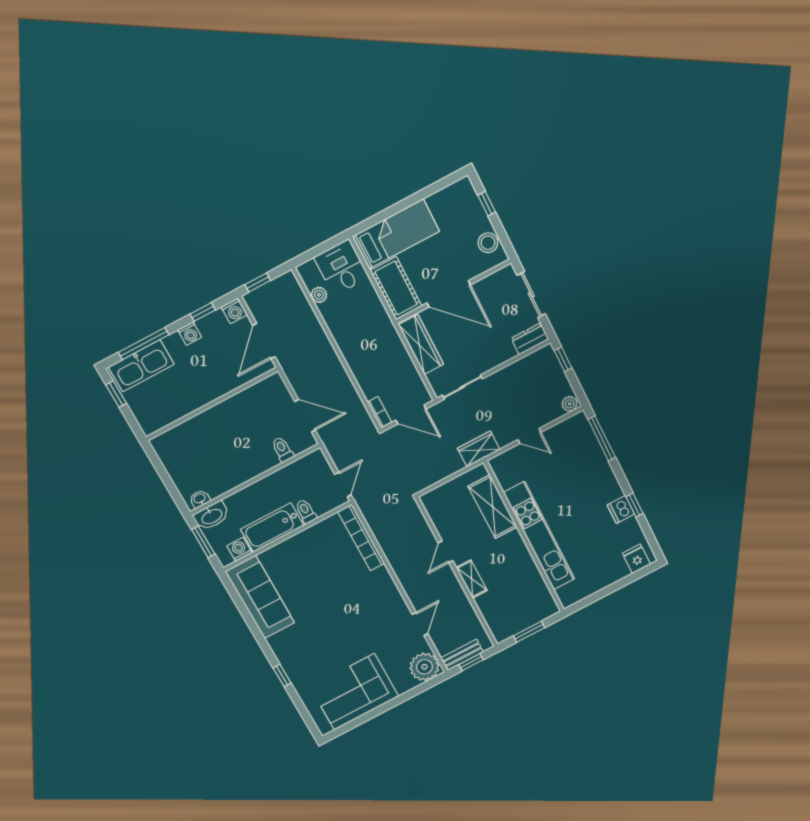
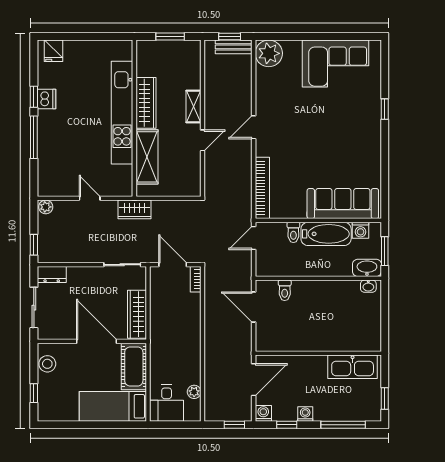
kitchen sink: (141, 366) -> (353, 367), moved, turned 180
window: (602, 438) -> (34, 137), moved
wardrobe: (520, 558) -> (146, 103), added
sofa: (260, 597) -> (343, 204), moved, turned 90
door: (420, 624) -> (254, 127), moved

